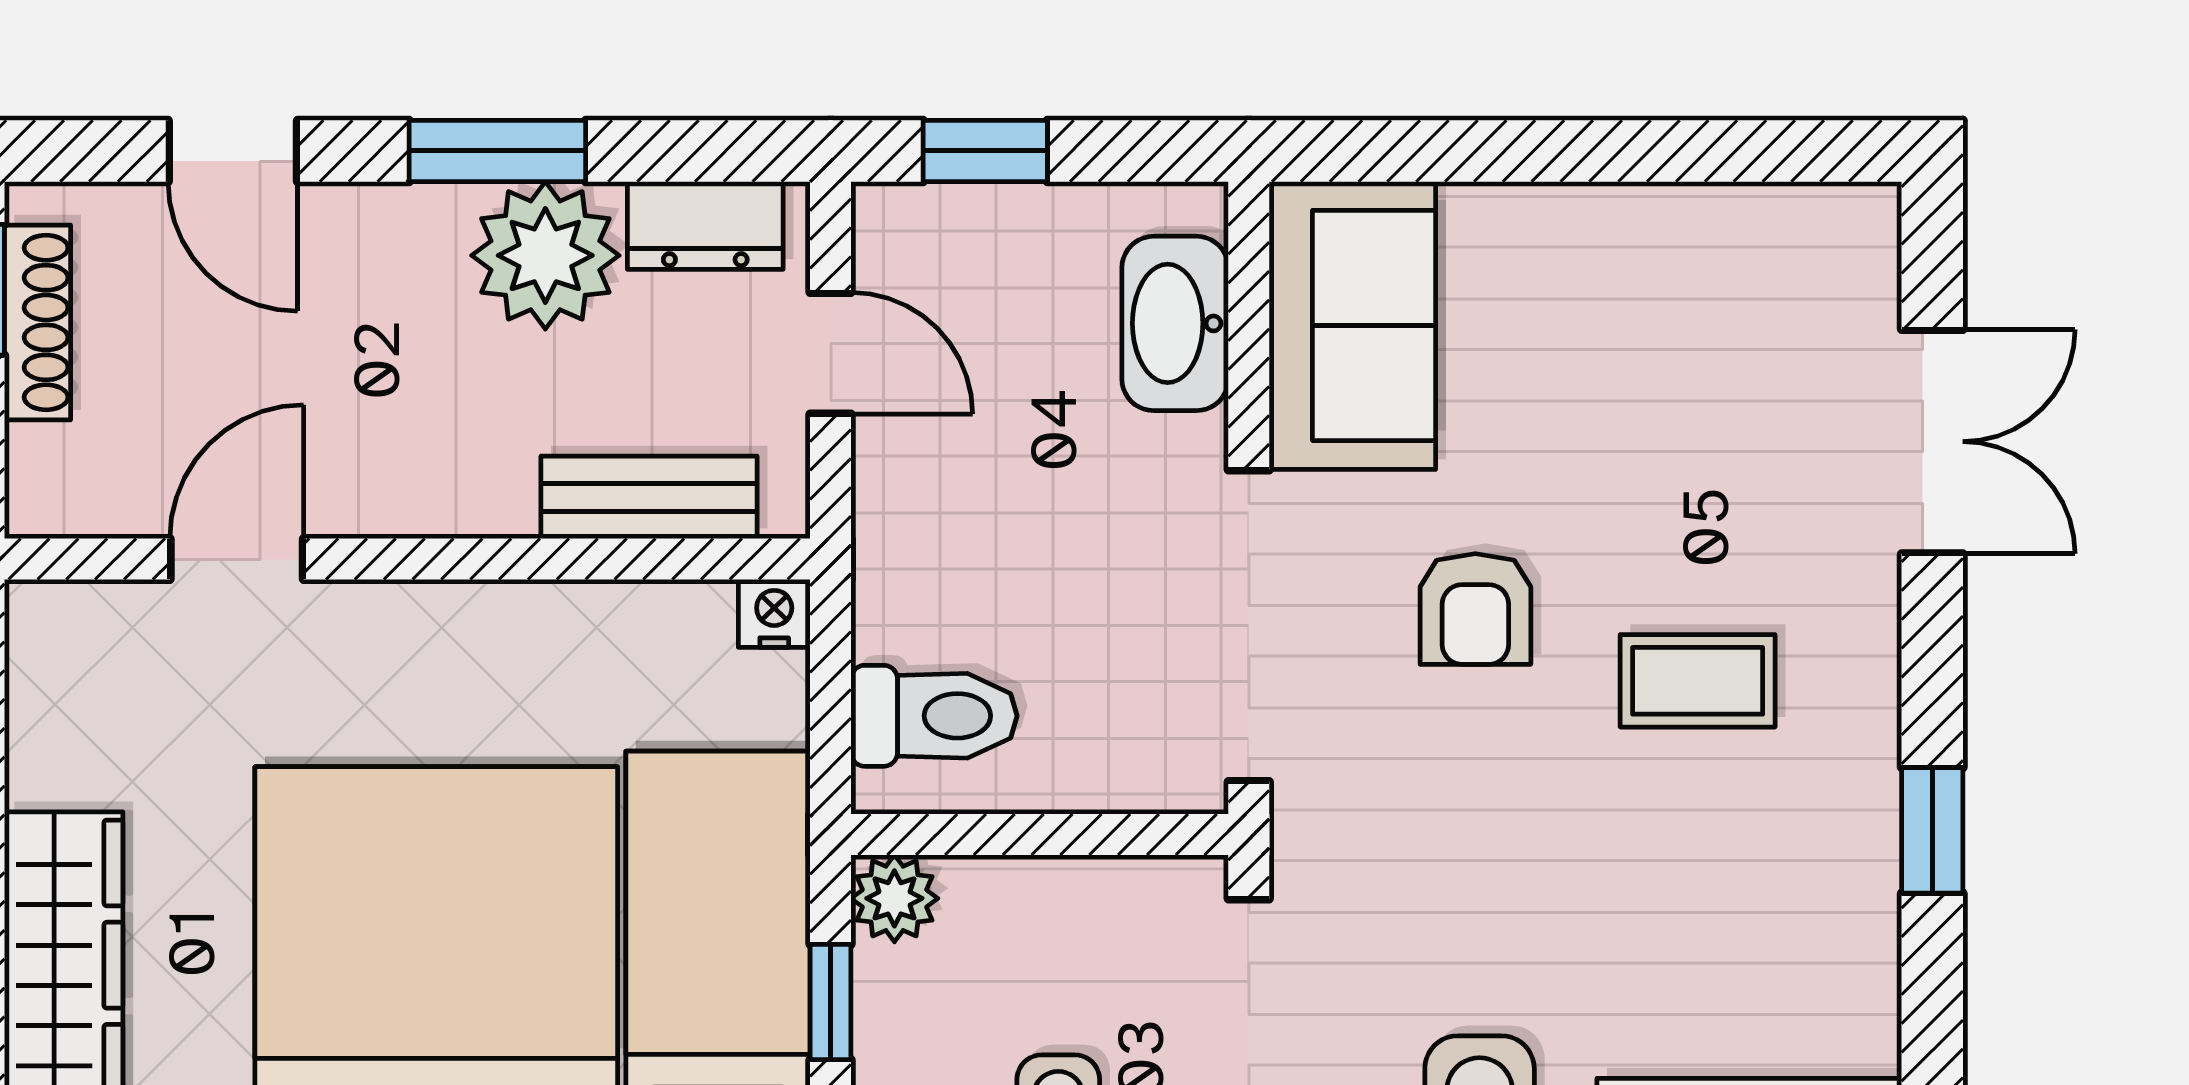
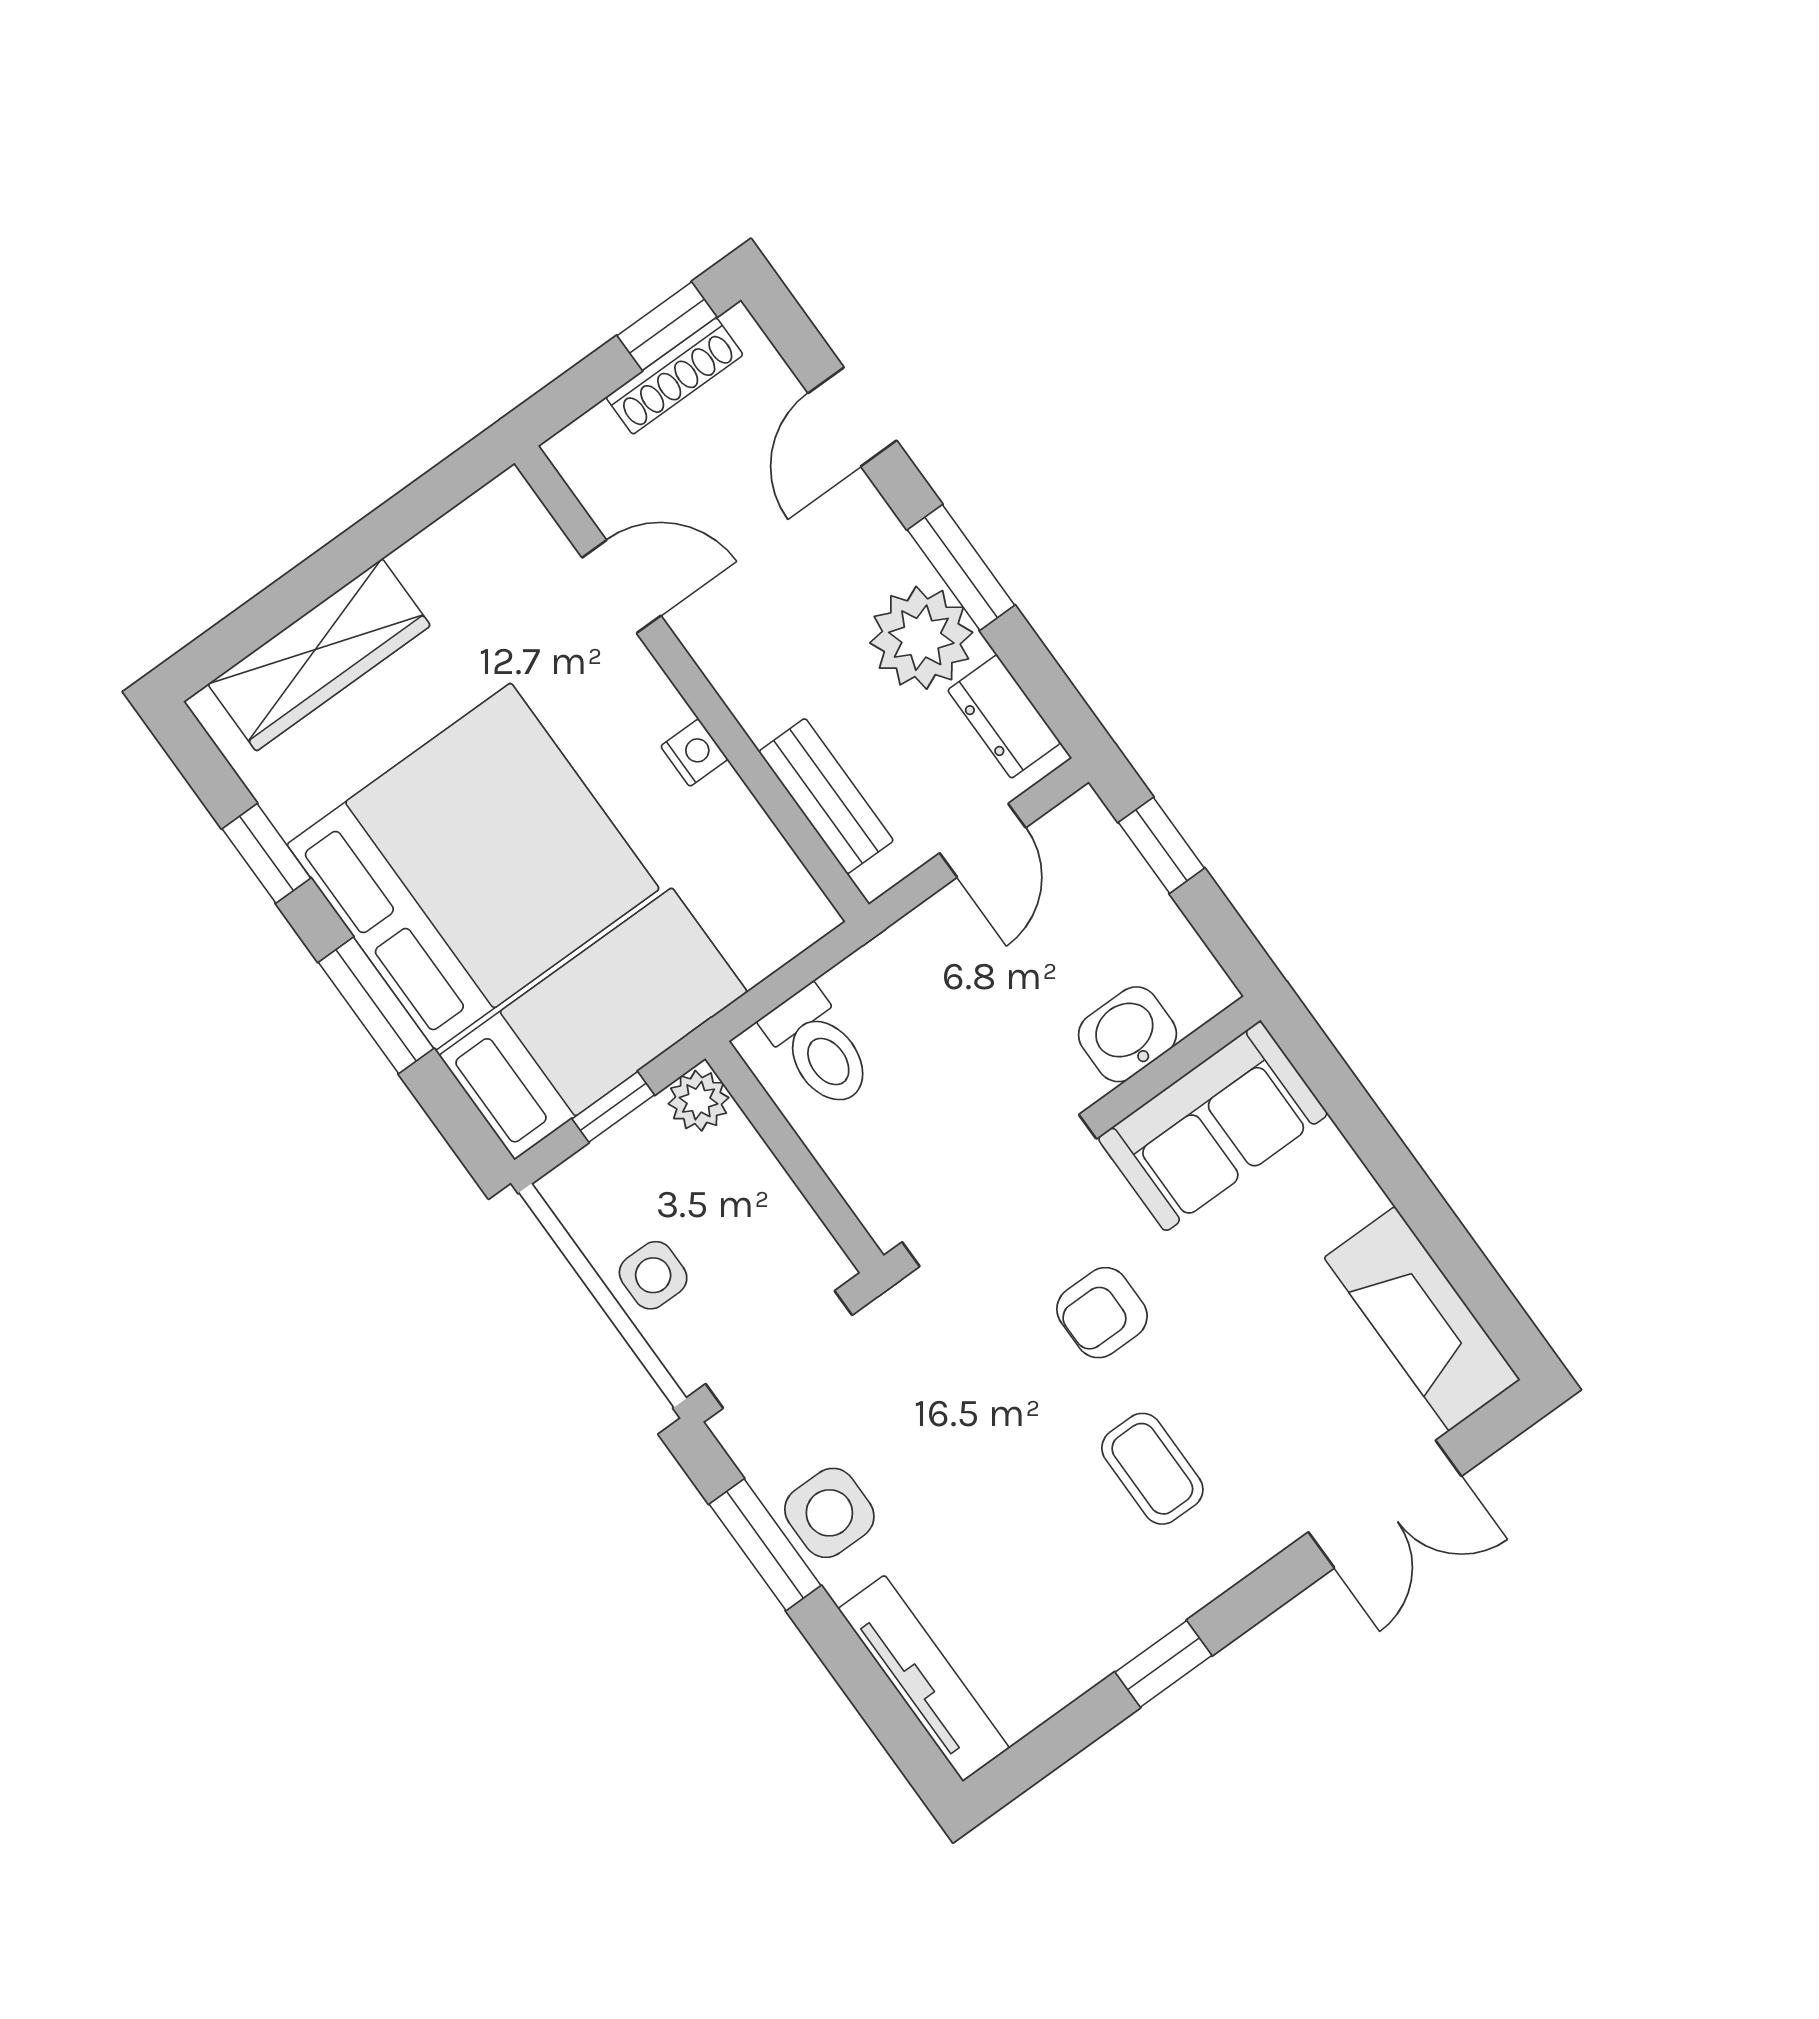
fireplace: (1749, 244) -> (1422, 1319), added
washbasin: (1175, 323) -> (1127, 1034), width x0.72
nightstand: (774, 613) -> (694, 753), moved

